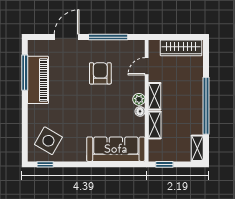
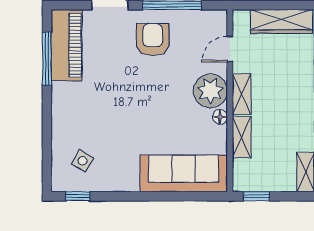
armchair: (100, 73) -> (153, 40), moved
piano: (38, 80) -> (67, 45), moved
plant: (139, 99) -> (210, 91), width x1.87, depth x1.87
side table: (48, 141) -> (82, 161), width x0.54, depth x0.54

